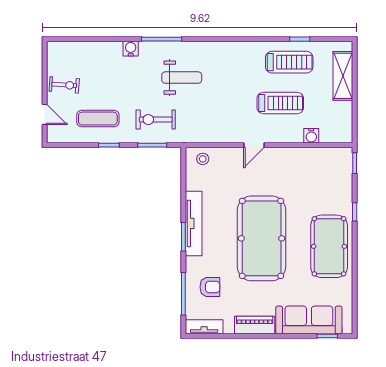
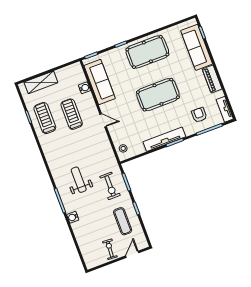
sofa: (312, 161) -> (100, 82), added
pool table: (262, 238) -> (158, 95), width x0.73, depth x0.76

